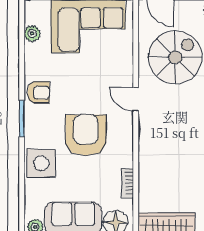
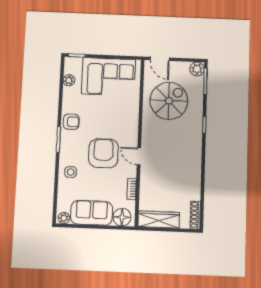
door: (136, 99) -> (139, 156), moved
side table: (41, 163) -> (71, 172), width x0.54, depth x0.54

